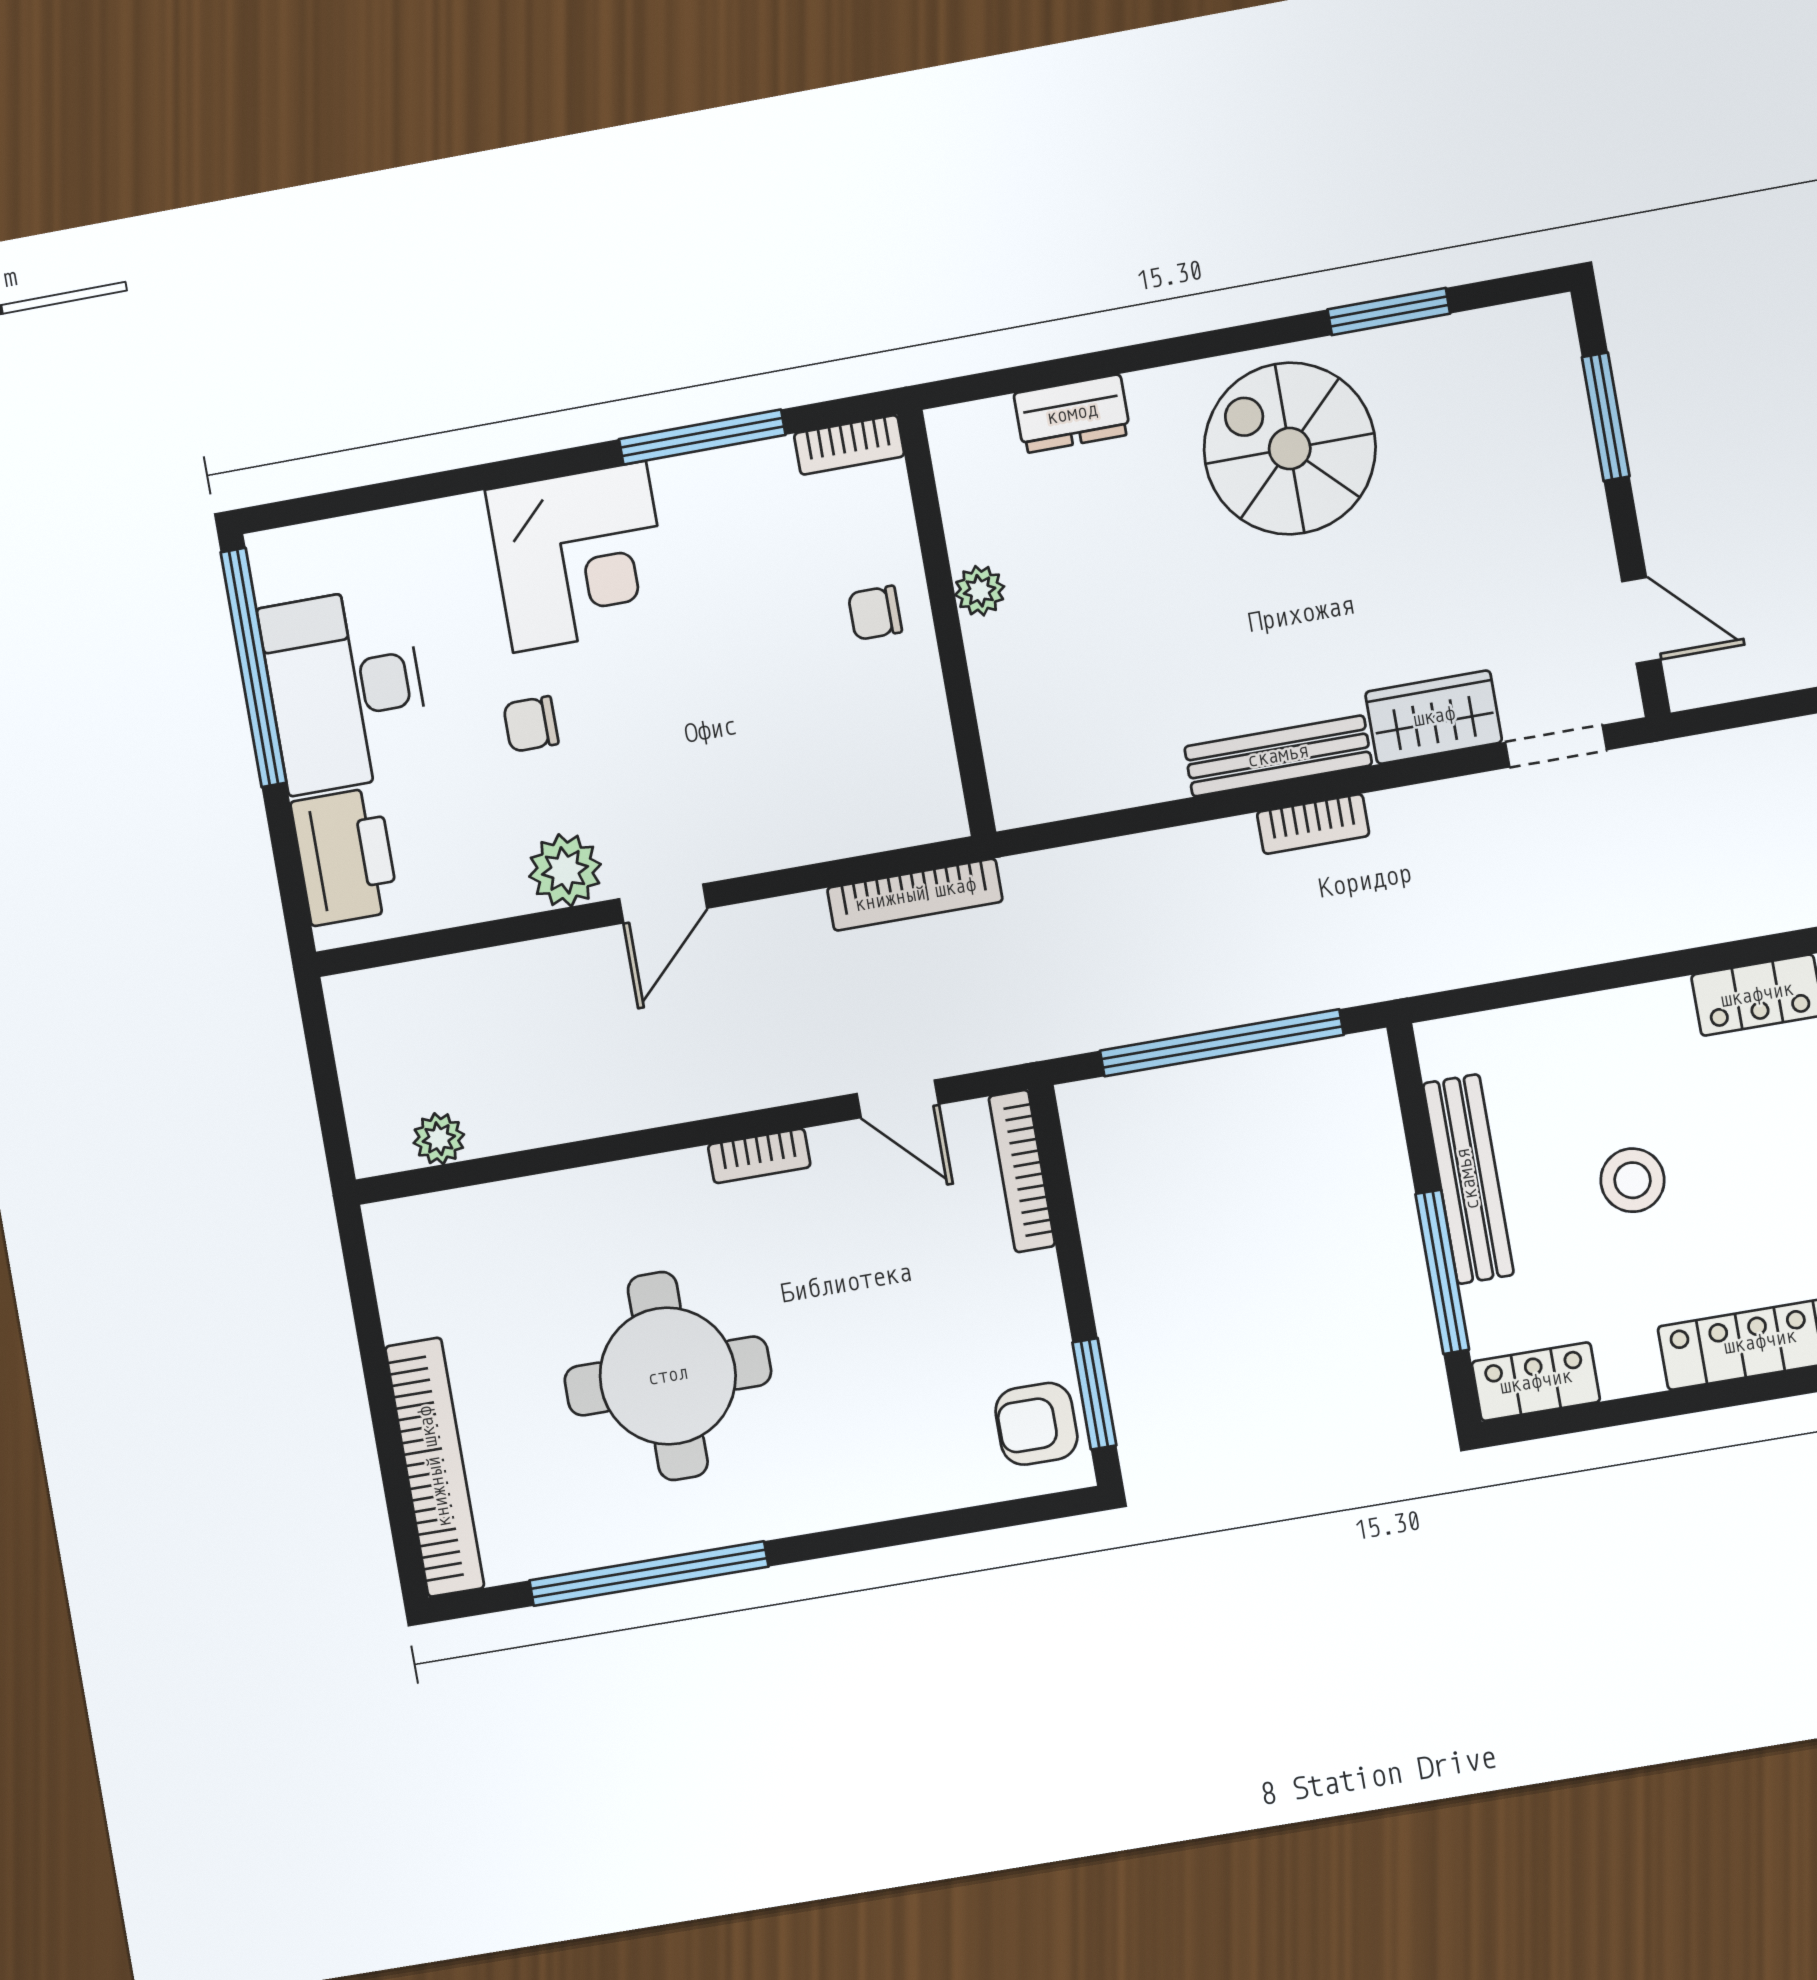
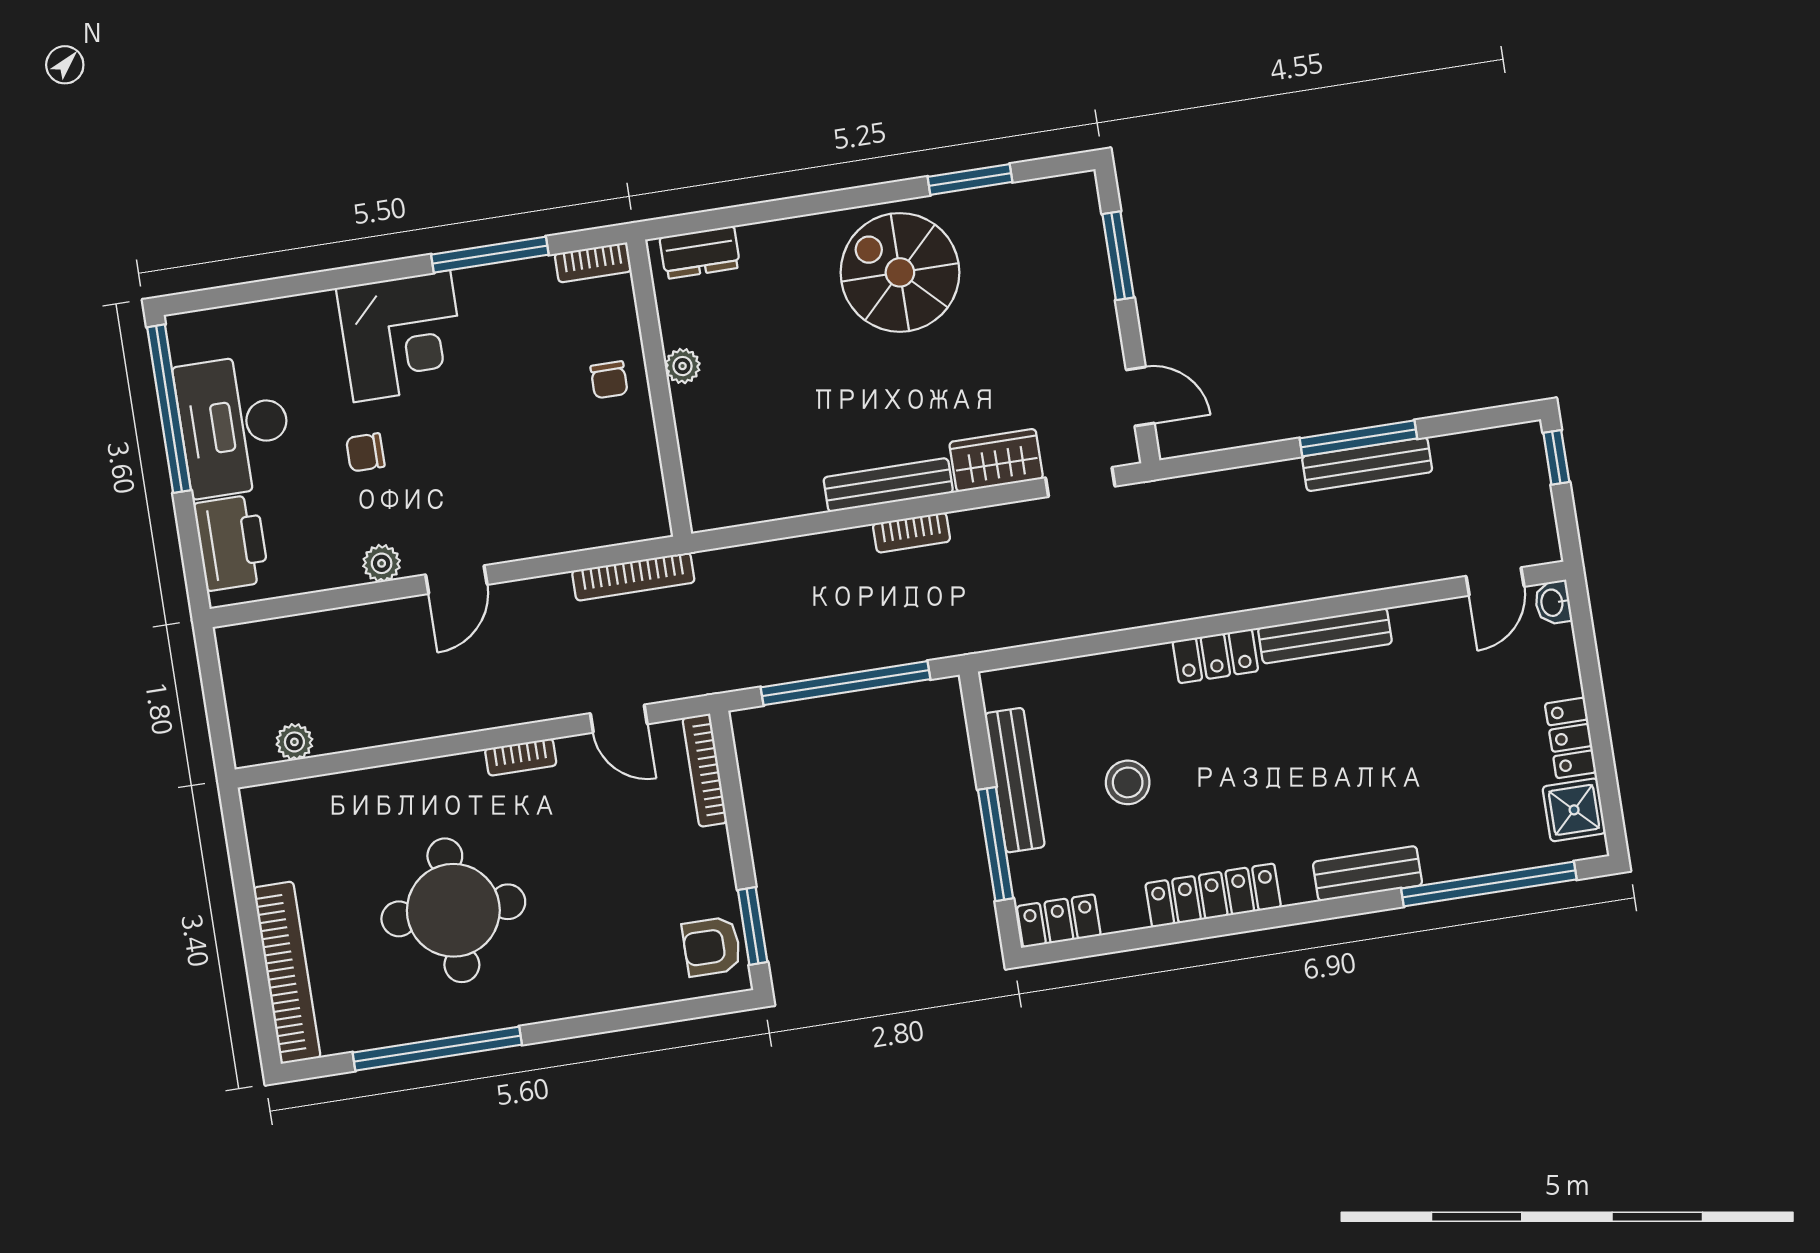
dresser: (1072, 414) -> (700, 252), moved
chair: (875, 613) -> (609, 380), turned -90
plant: (565, 870) -> (382, 563), width x0.73, depth x0.73

